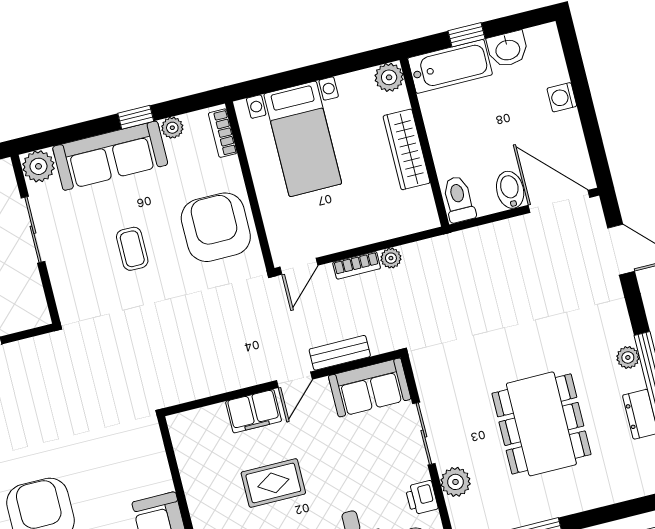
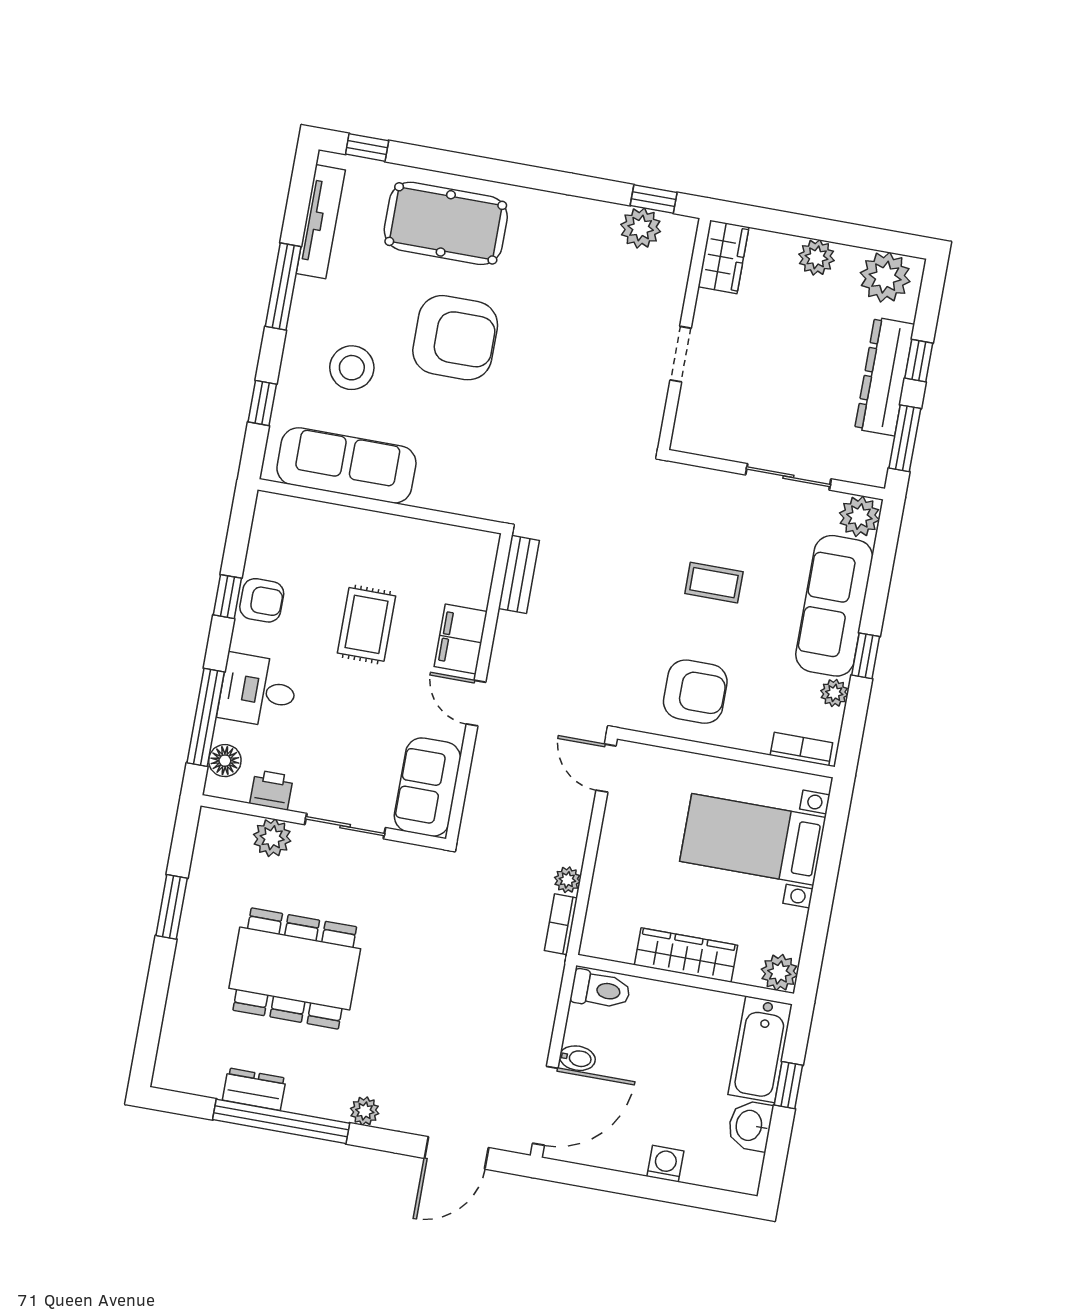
bidet: (510, 190) -> (577, 1058), width x0.72, depth x0.74
armchair: (216, 227) -> (695, 692), width x0.73, depth x0.73
bookcase: (357, 265) -> (561, 924), moved
bench: (340, 353) -> (519, 574), moved
plant: (628, 357) -> (365, 1111), moved

